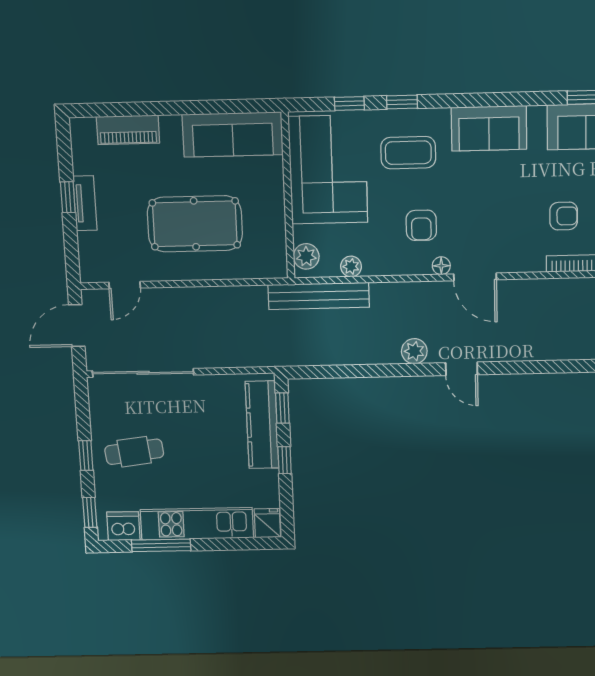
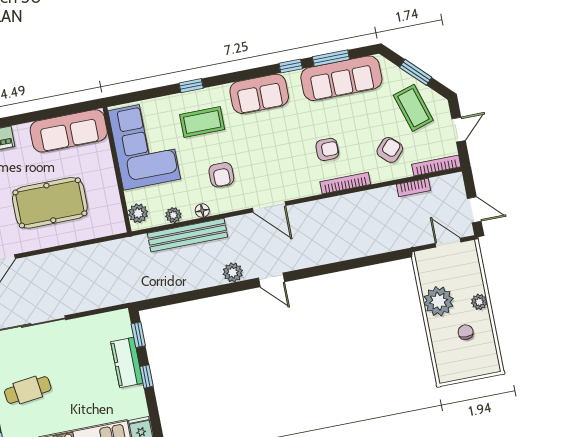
window: (349, 103) -> (291, 66), moved
floor lamp: (441, 266) -> (202, 211), moved
bench: (319, 296) -> (187, 235), moved
kitchen counter: (262, 425) -> (127, 363), width x0.67

